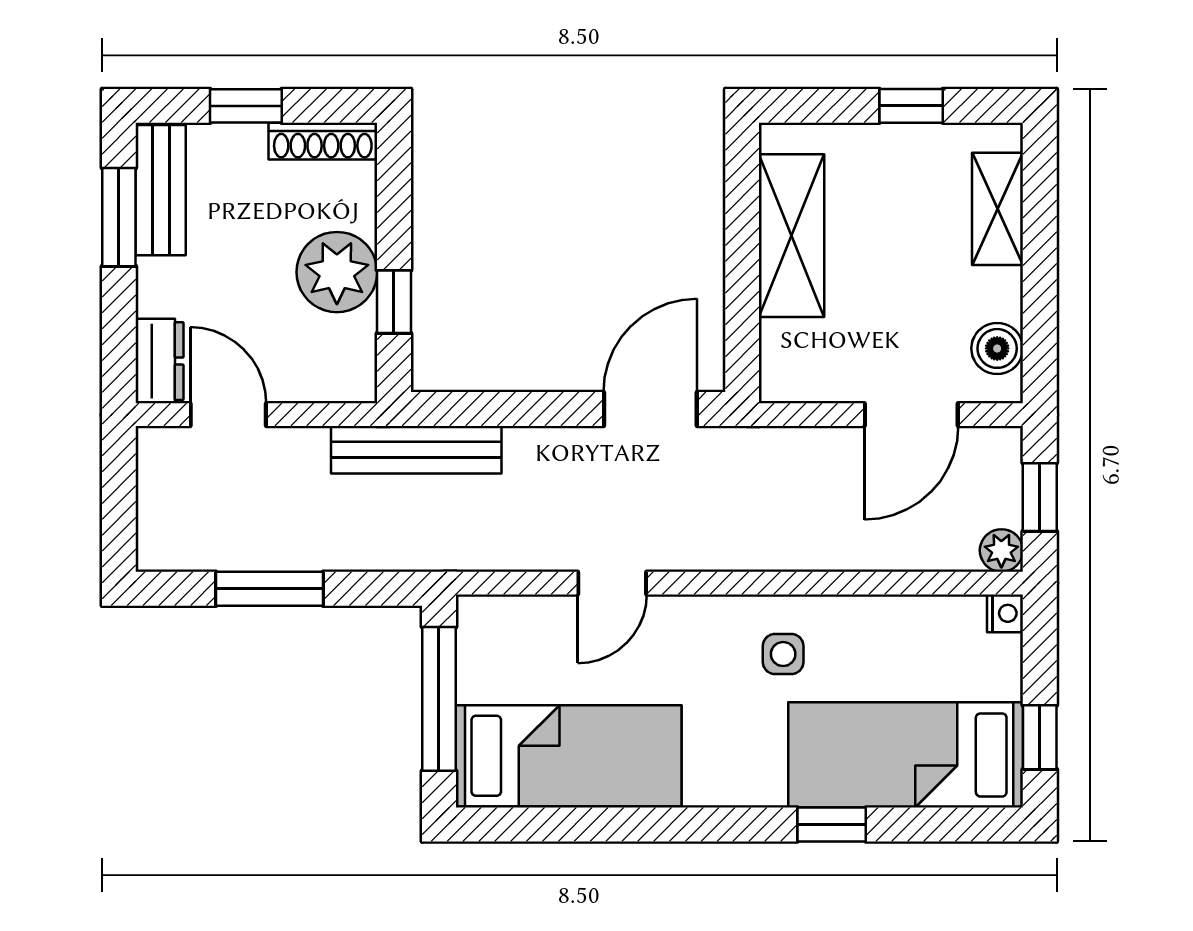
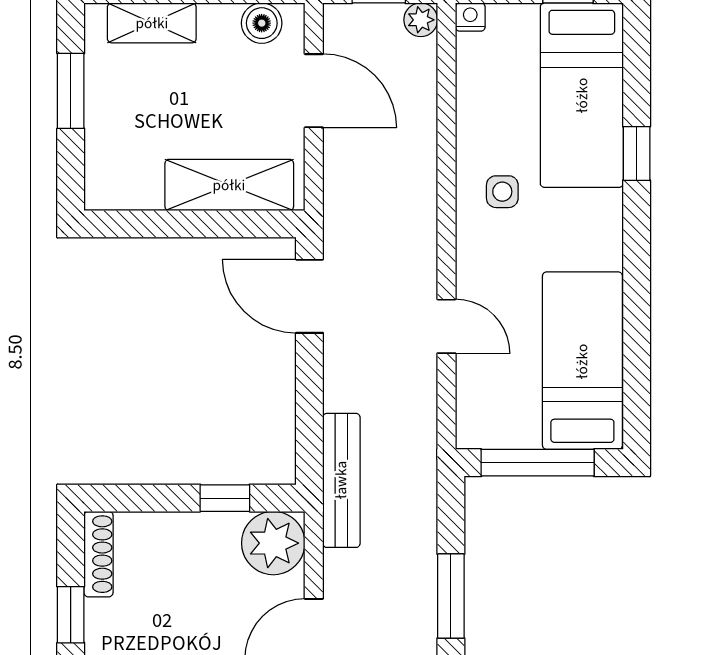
window: (911, 106) -> (71, 91), width x1.50
shelving: (792, 236) -> (229, 185), moved
plant: (337, 272) -> (273, 543), moved

